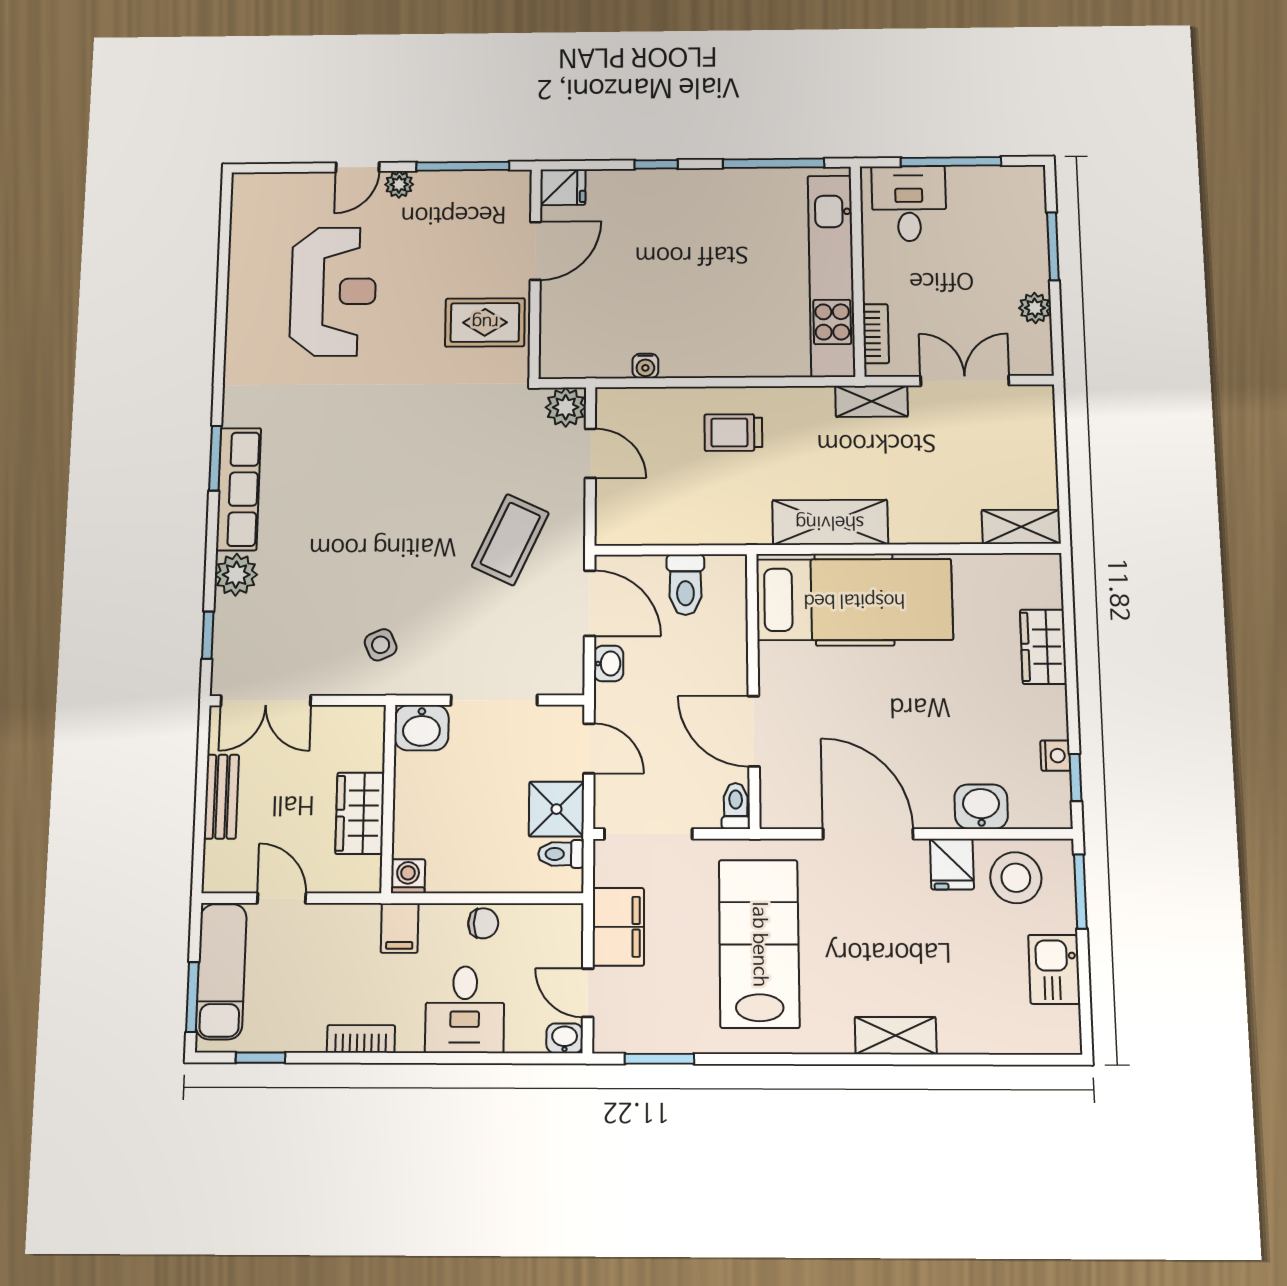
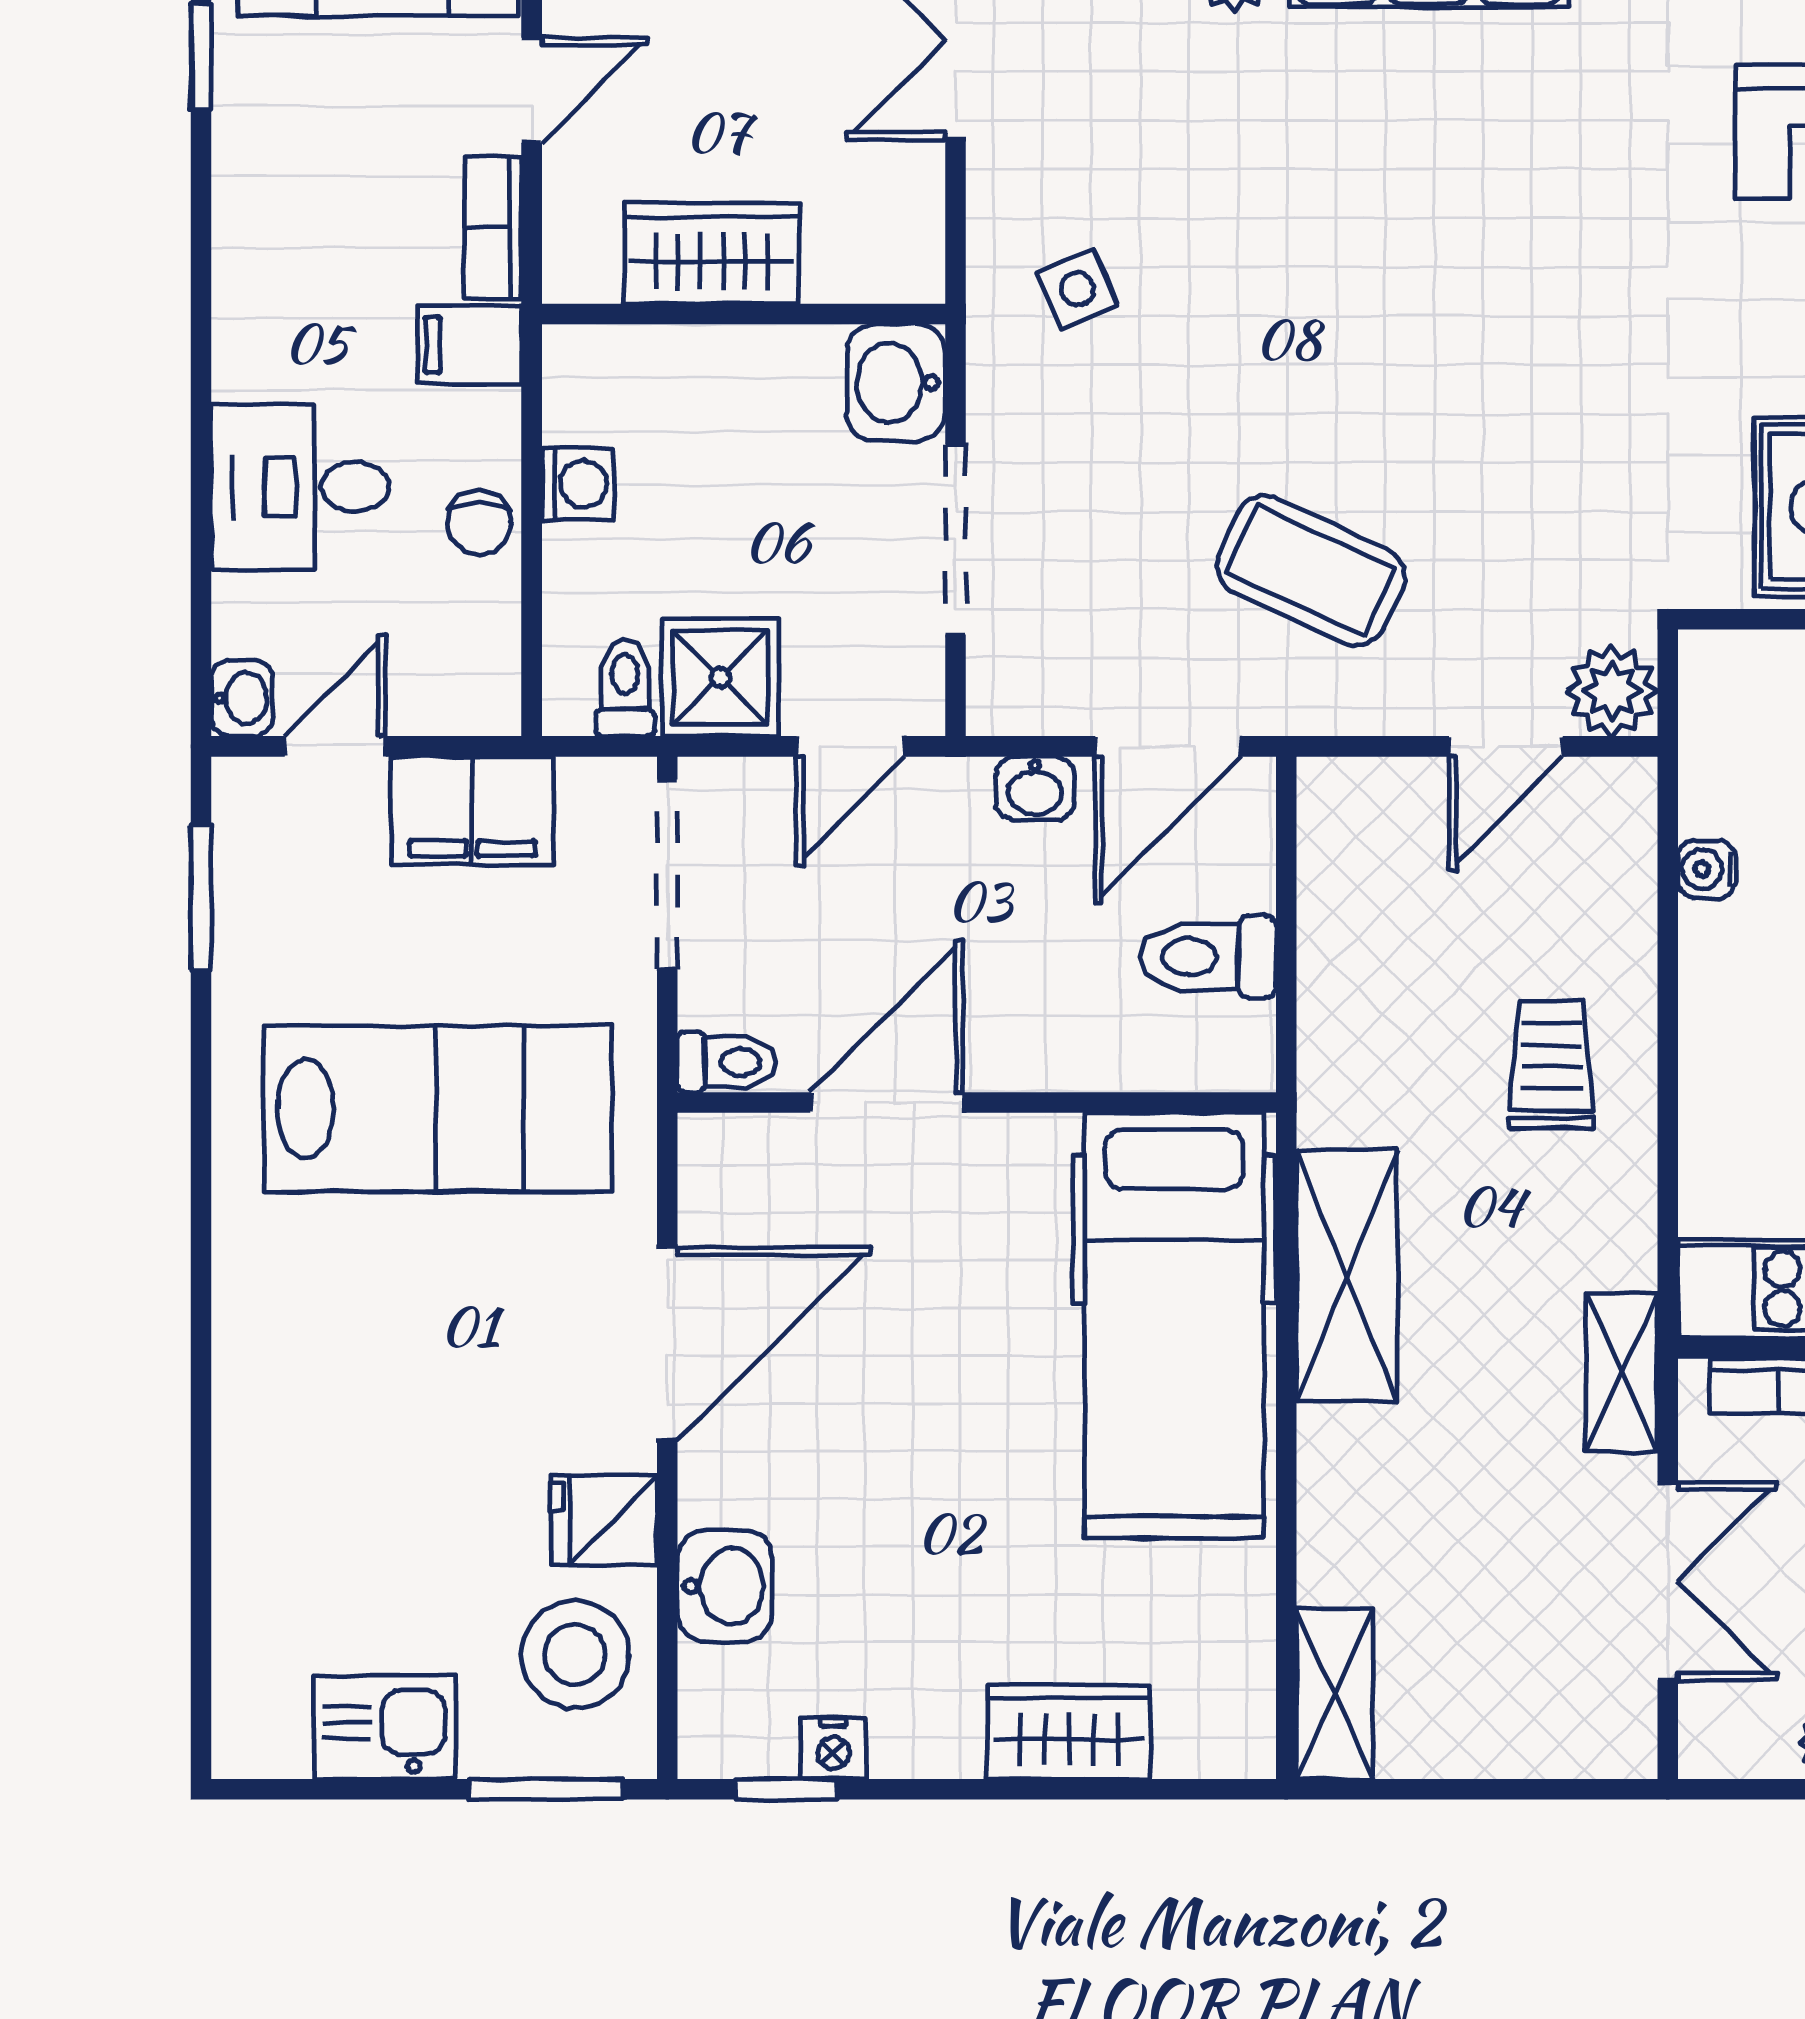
washing machine: (408, 876) -> (578, 484), moved
shelving: (896, 1036) -> (249, 1392), removed
bookcase: (361, 1039) -> (493, 228), moved, turned 180

